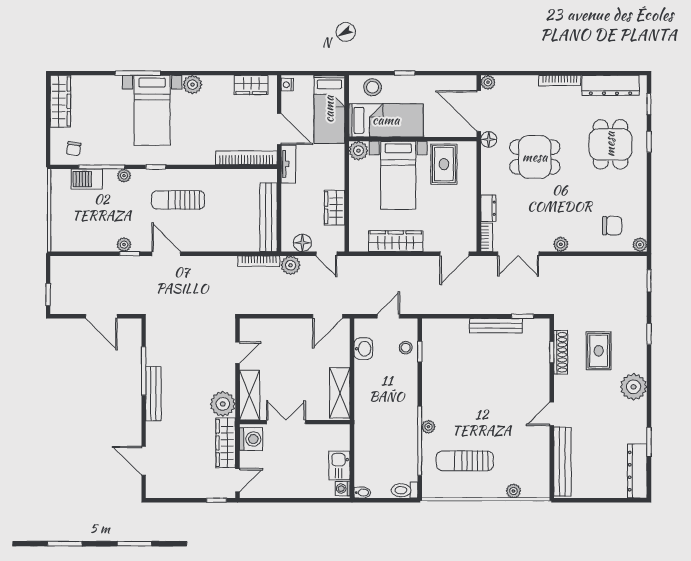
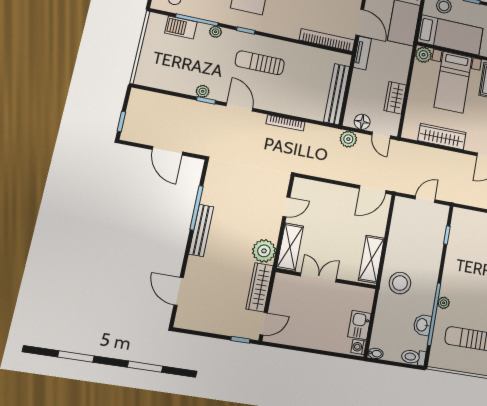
bookcase: (259, 261) -> (286, 123), moved
stool: (406, 348) -> (400, 283), moved, width x1.89, depth x1.89
washbasin: (363, 349) -> (422, 325), moved, turned 180
washing machine: (251, 439) -> (284, 288), removed

